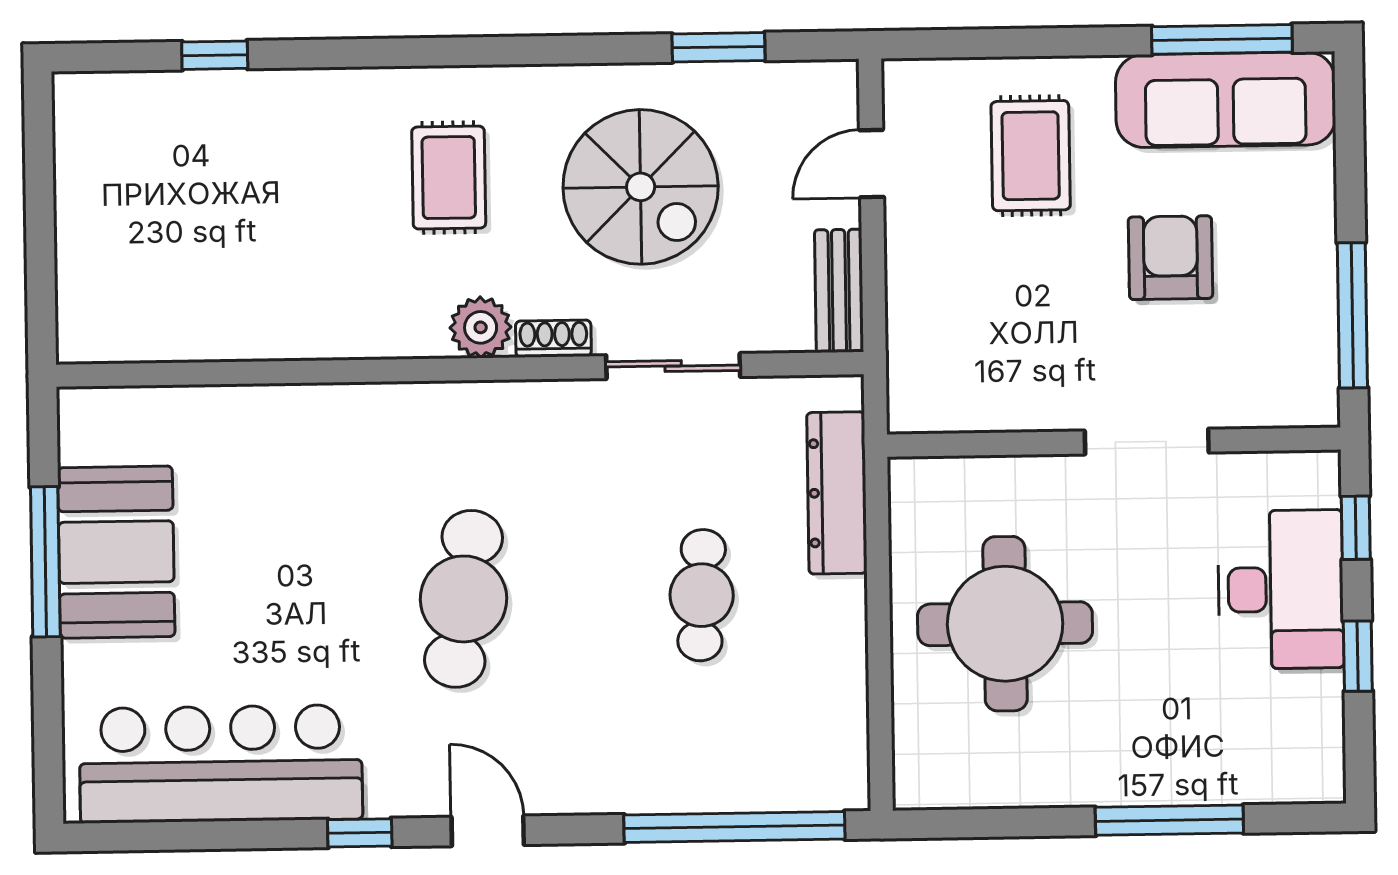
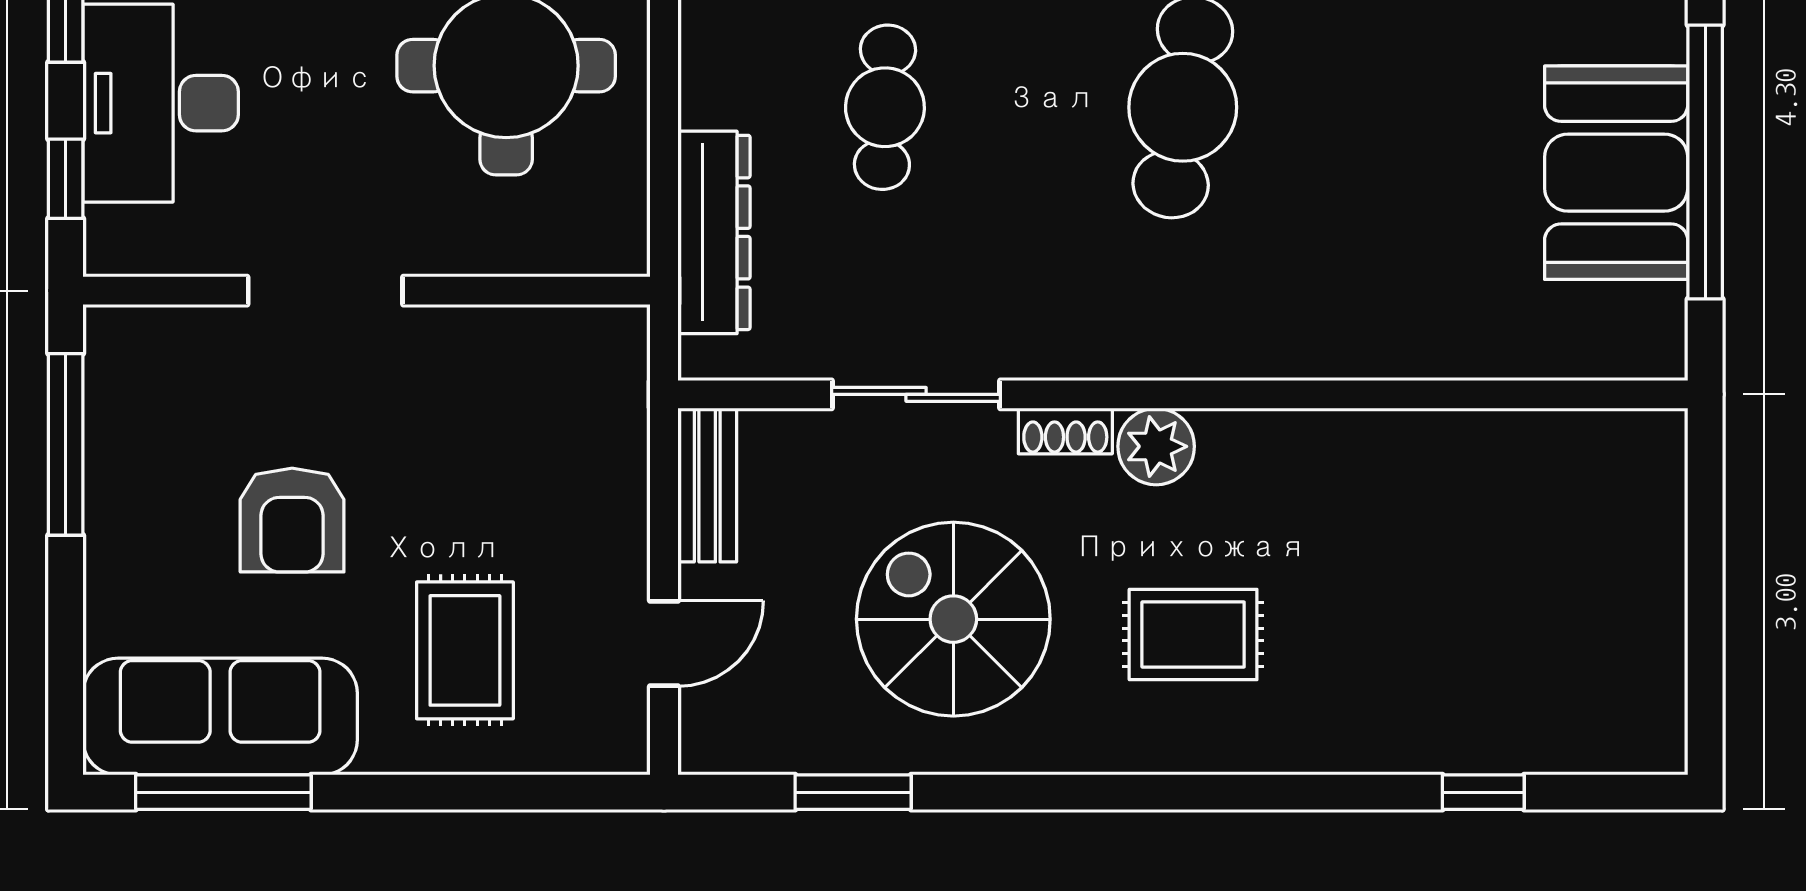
rug: (449, 178) -> (1193, 634), turned 90
window: (45, 562) -> (1705, 162), width x1.46

